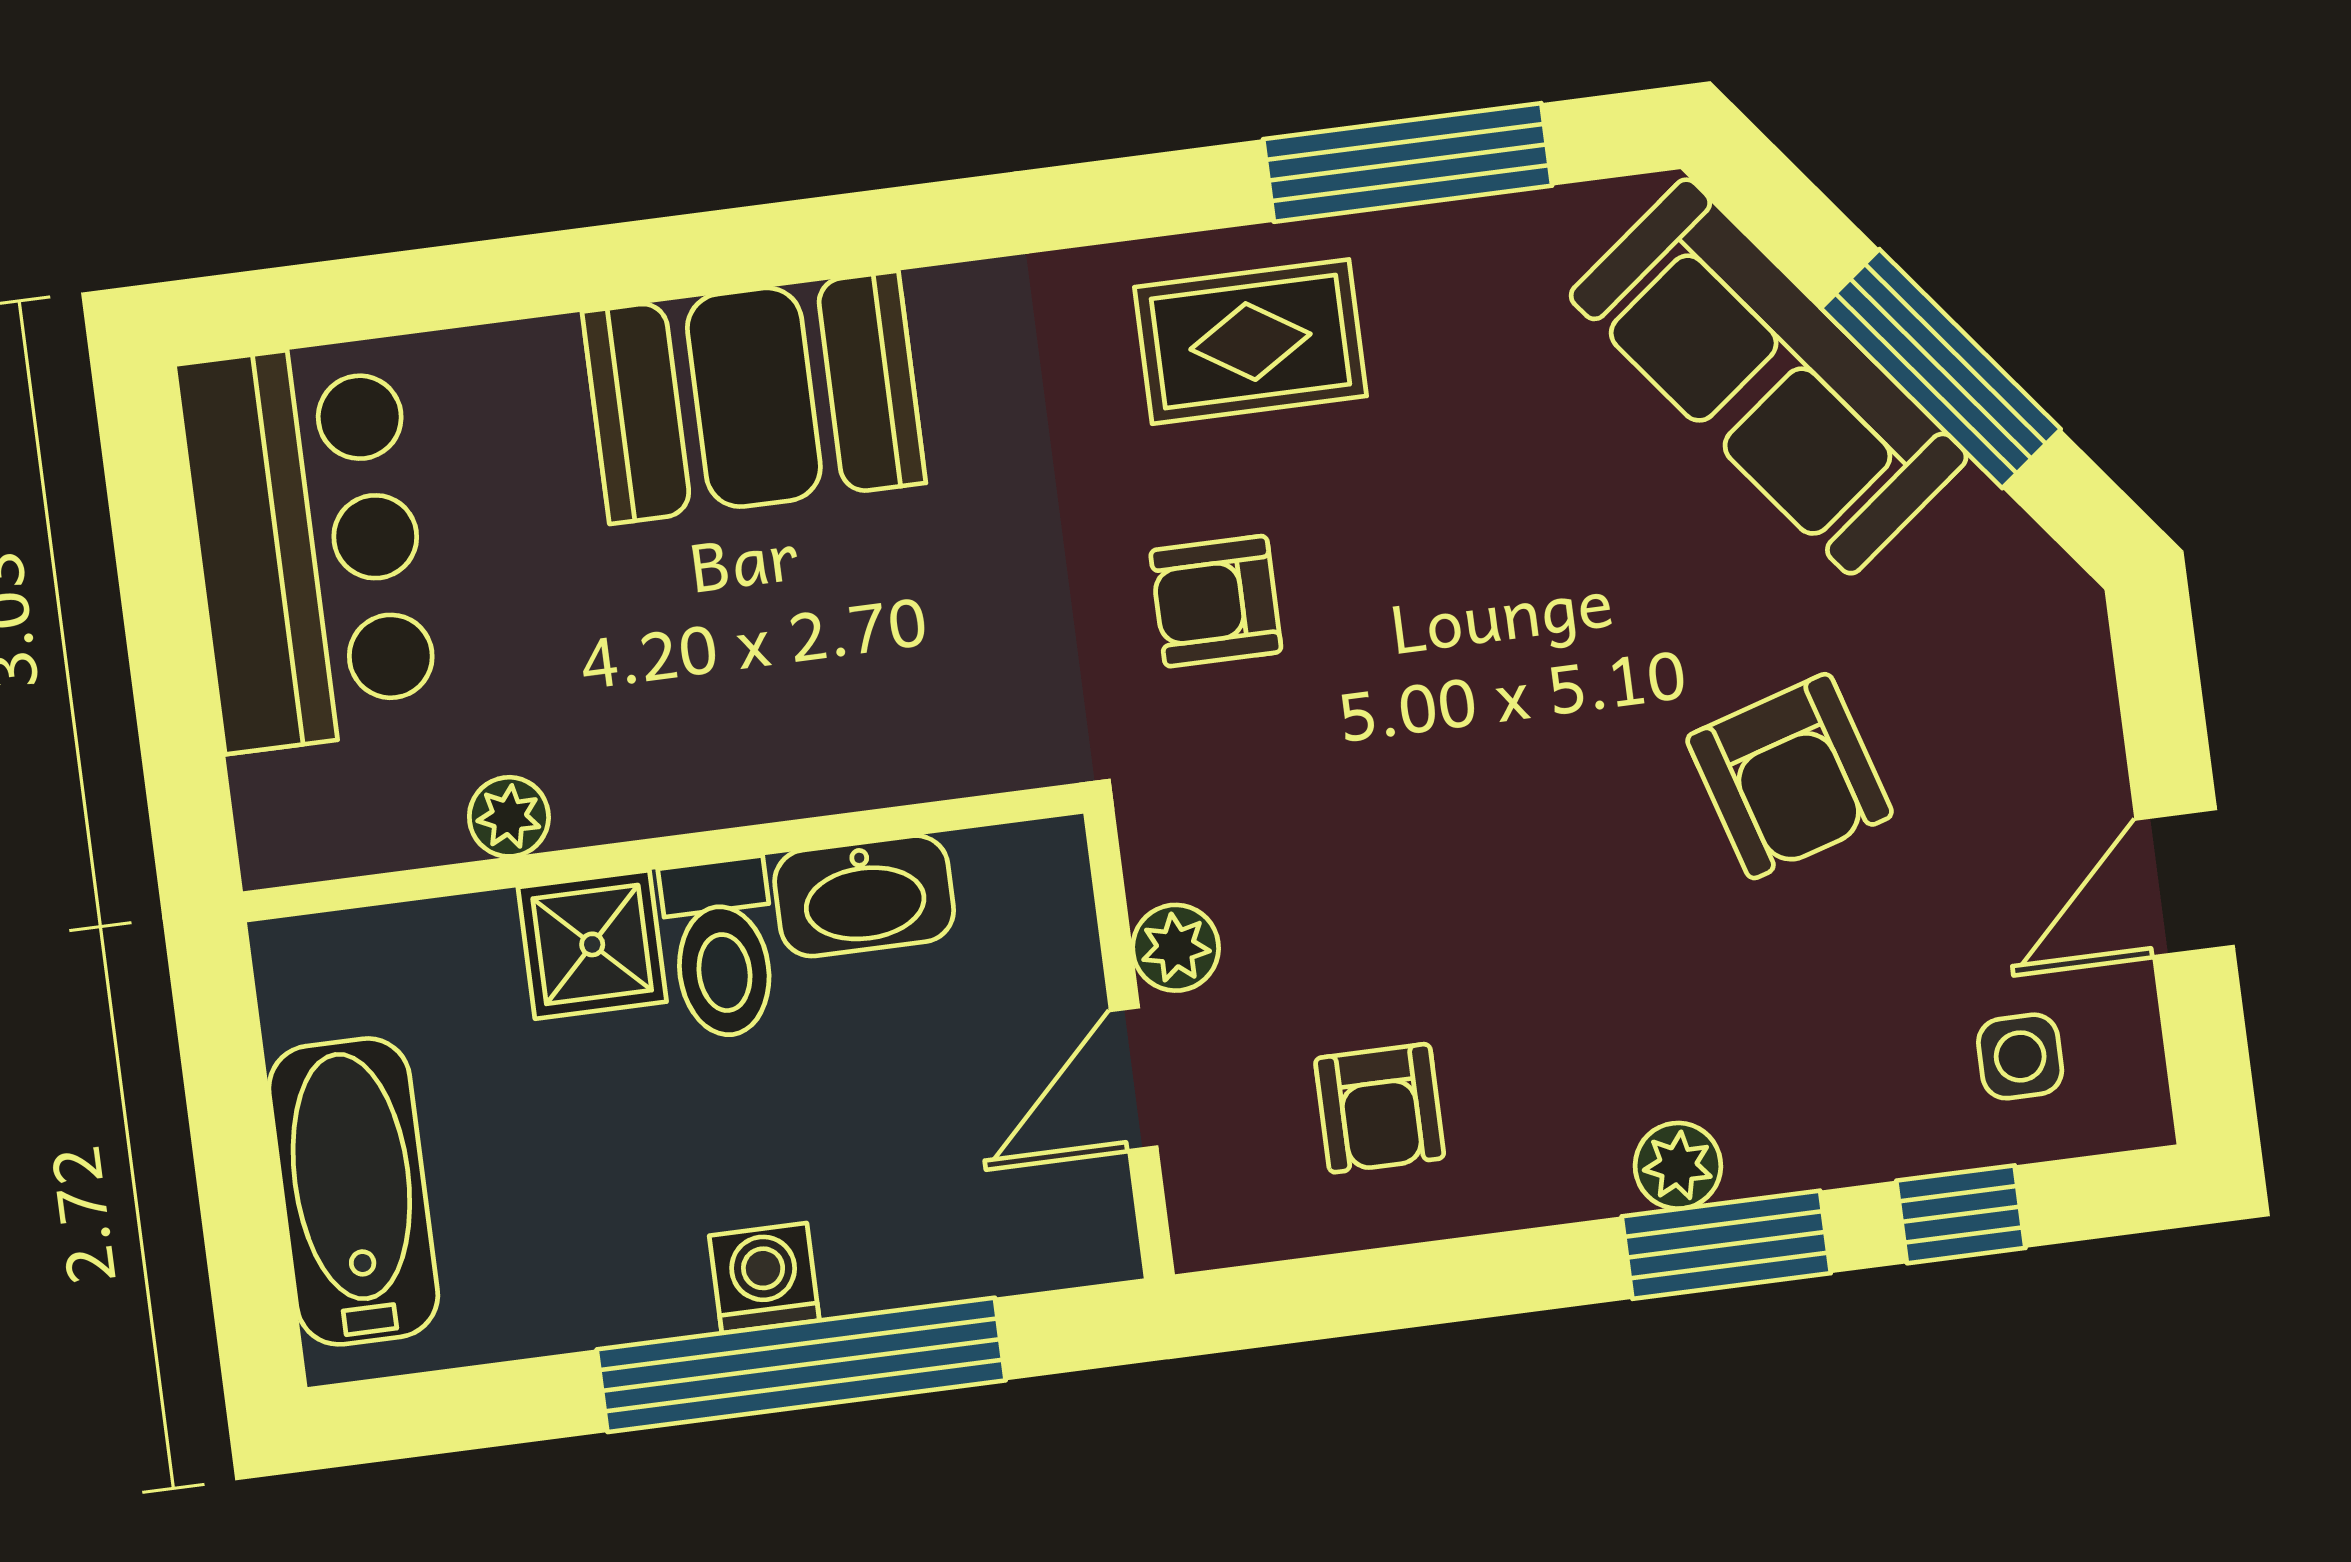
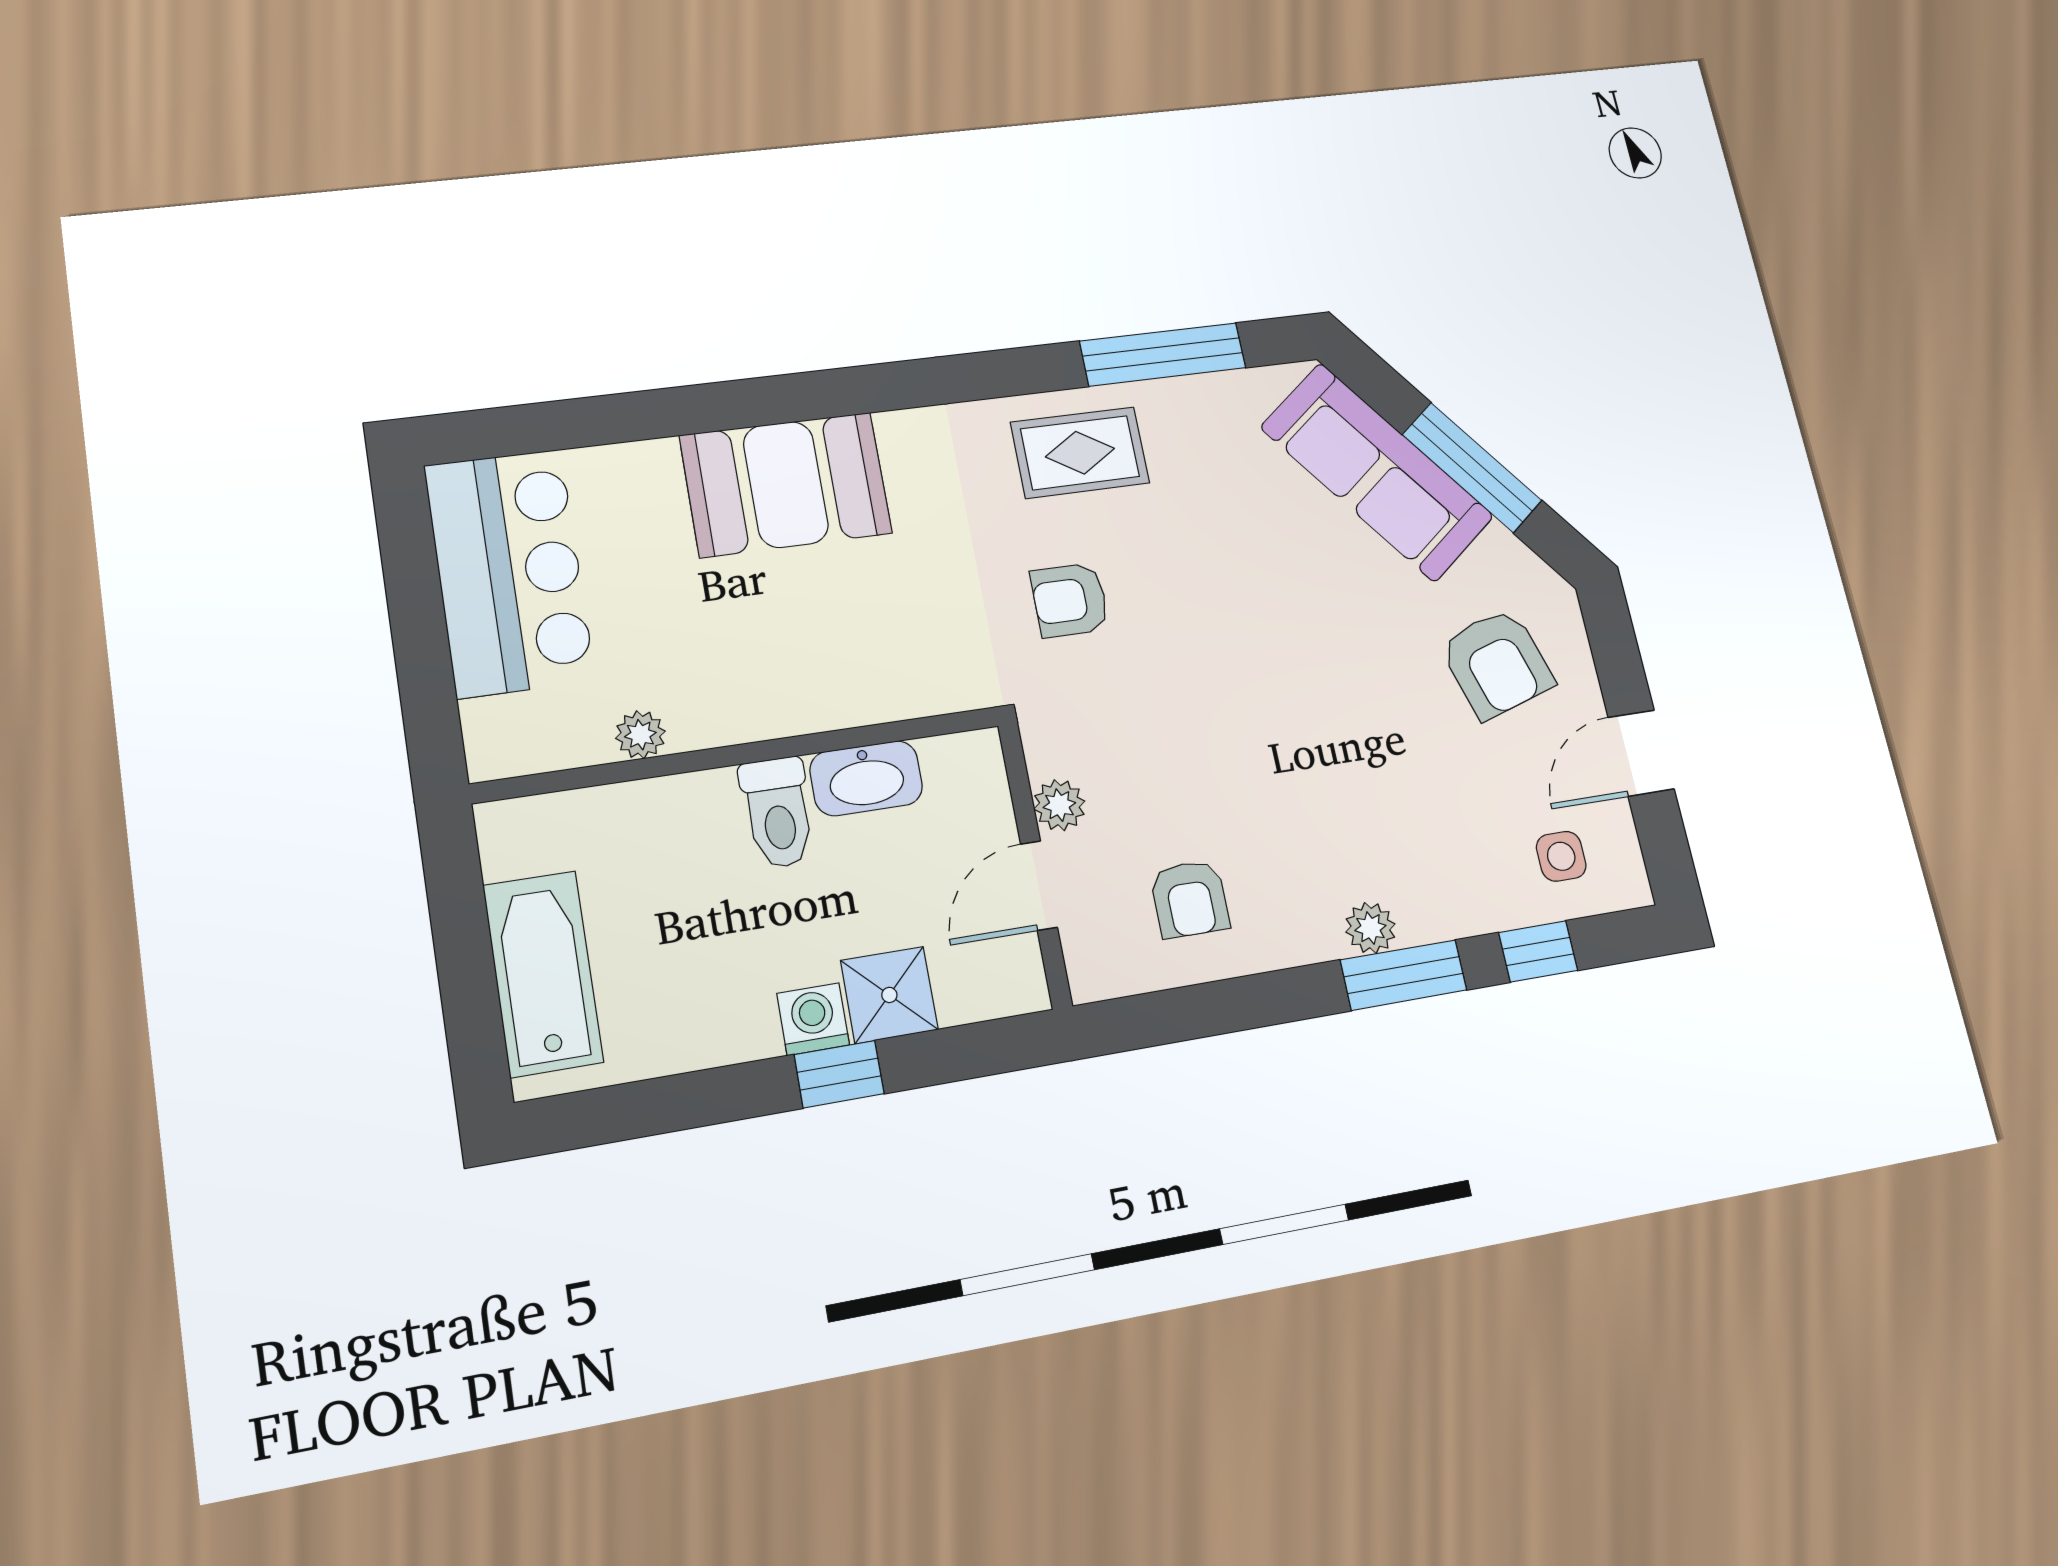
armchair: (1790, 776) -> (1497, 663), moved
shower: (592, 944) -> (889, 995), moved
window: (801, 1365) -> (839, 1074), width x0.32

